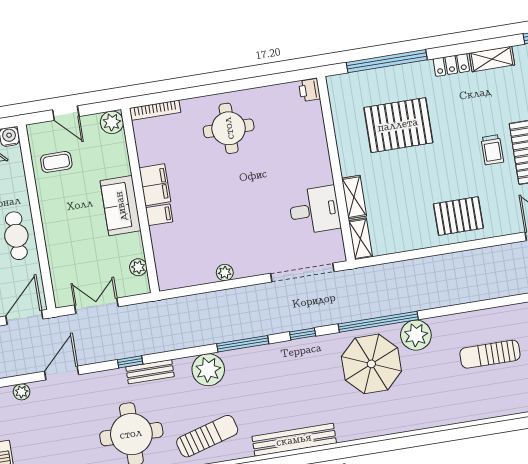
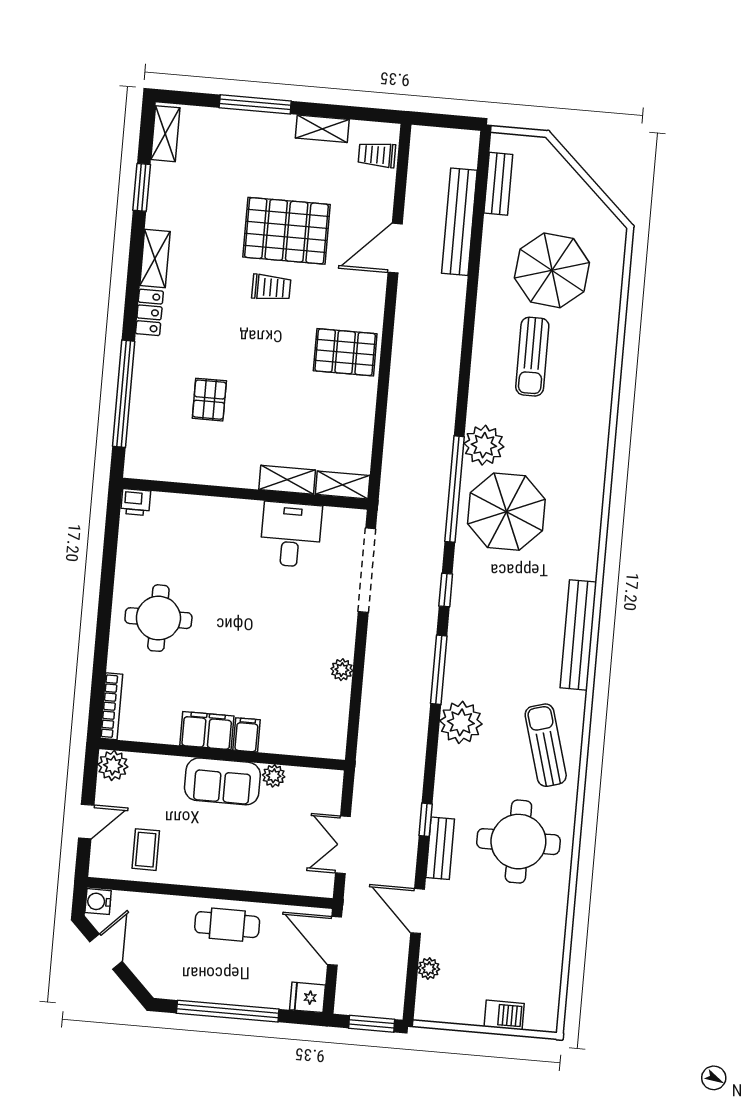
pallet: (398, 125) -> (209, 400), width x0.49, depth x0.50
pallet: (458, 216) -> (345, 352), turned 90
plant: (138, 267) -> (274, 776), moved
bench: (150, 372) -> (440, 848), moved

